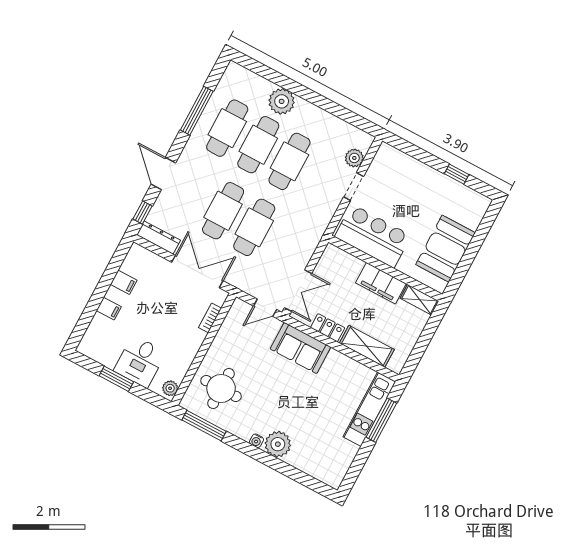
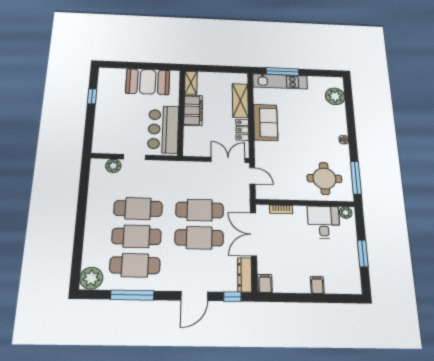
plant: (282, 101) -> (91, 278), moved
filing cabinet: (124, 282) -> (265, 283), moved
sofa: (300, 348) -> (266, 122), moved
desk: (140, 361) -> (324, 222), moved, turned -90
plant: (278, 444) -> (335, 96), moved

